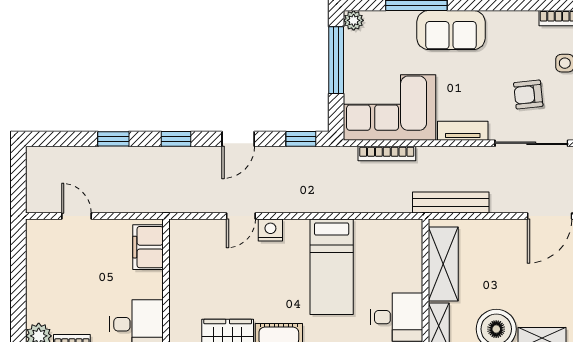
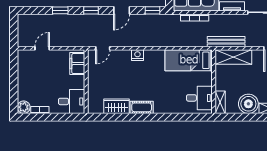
door: (76, 216) -> (42, 48), hinge flipped
door: (241, 216) -> (103, 48), moved
shelving: (443, 264) -> (233, 57), moved, turned 90
bed: (332, 267) -> (189, 60), moved, turned 90

